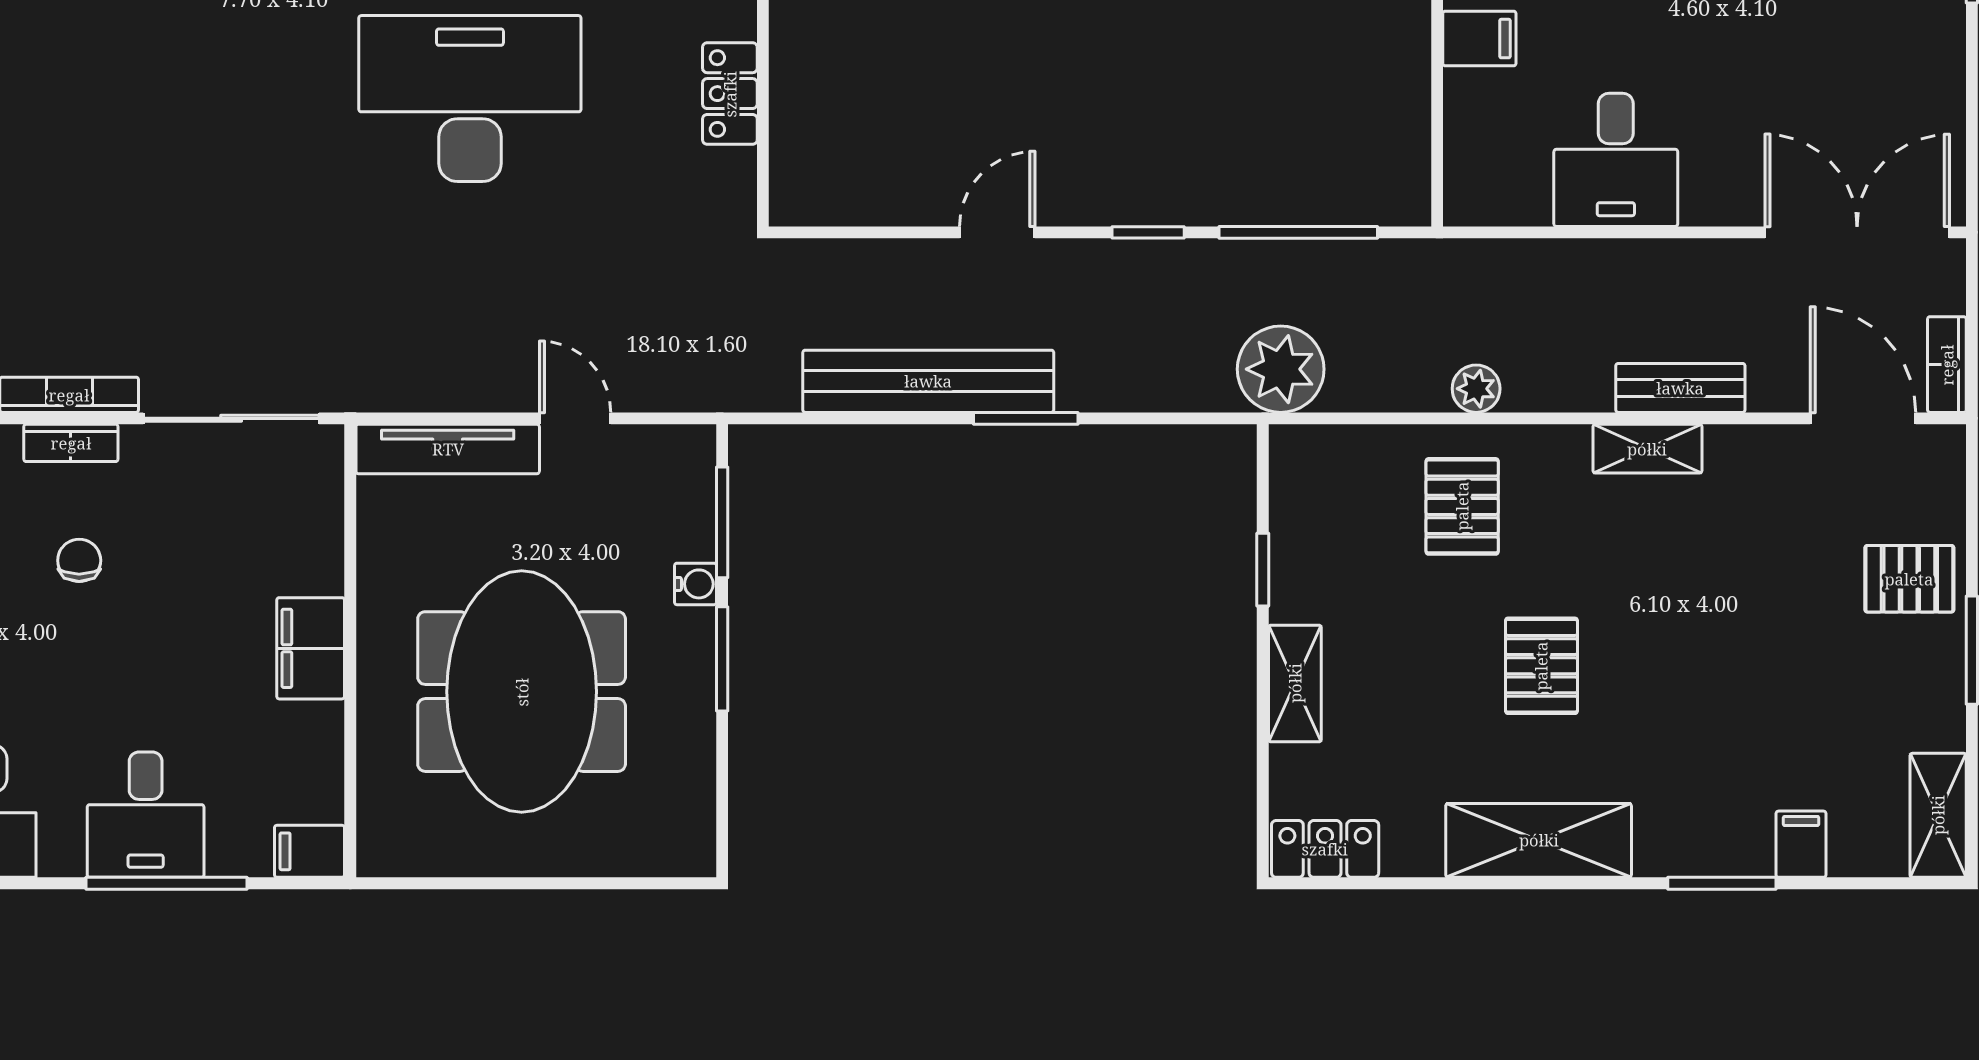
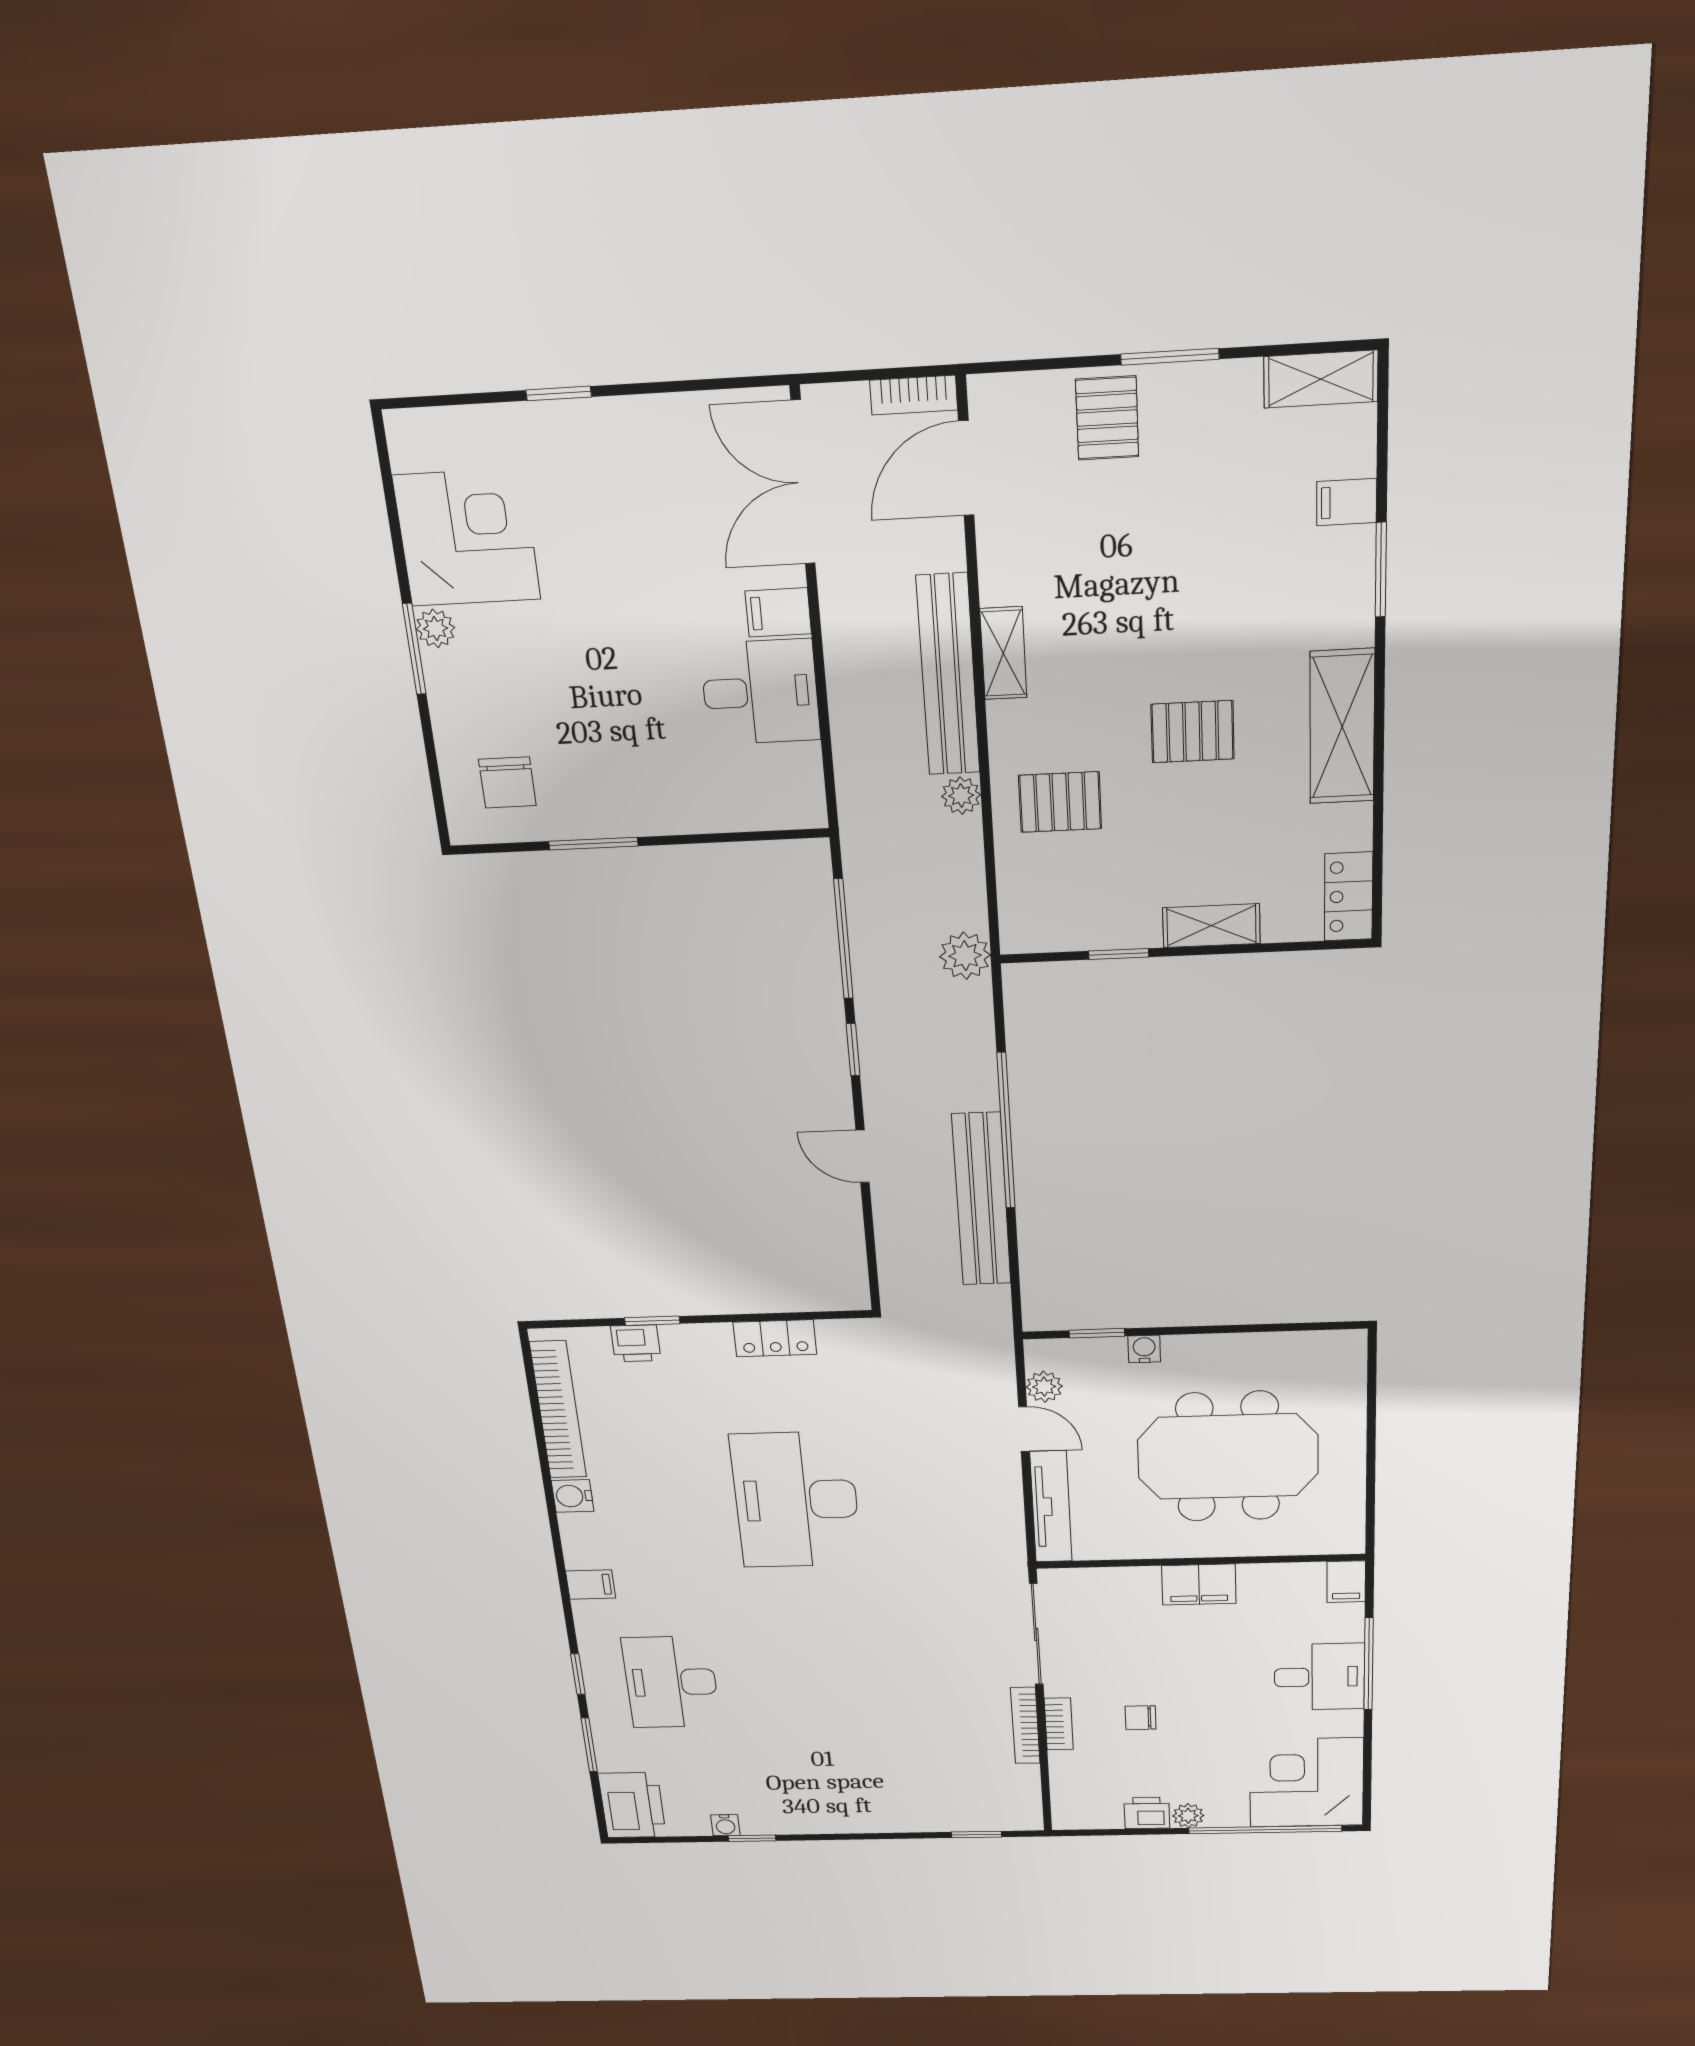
filing cabinet: (1479, 39) -> (778, 612), moved, turned -90
plant: (1281, 369) -> (965, 956), width x0.73, depth x0.73
bench: (1680, 388) -> (948, 675), width x1.86, depth x1.21
door: (575, 418) -> (1024, 1429), swing flipped
window: (1026, 418) -> (1006, 1131), width x2.11
plant: (641, 449) -> (1044, 1387), added
window: (722, 522) -> (1097, 1333), width x0.67
window: (722, 659) -> (1201, 1330), removed

